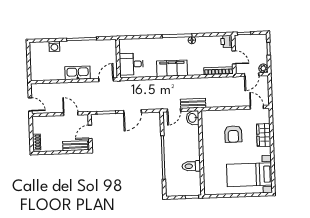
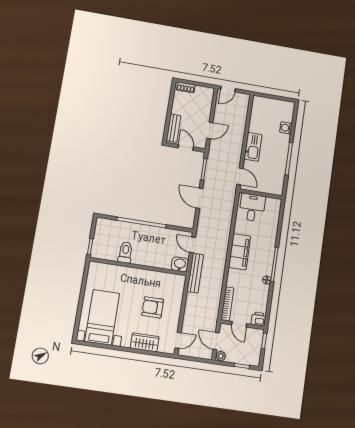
door: (234, 57) -> (239, 324), hinge flipped
bench: (193, 103) -> (195, 273), width x1.36

